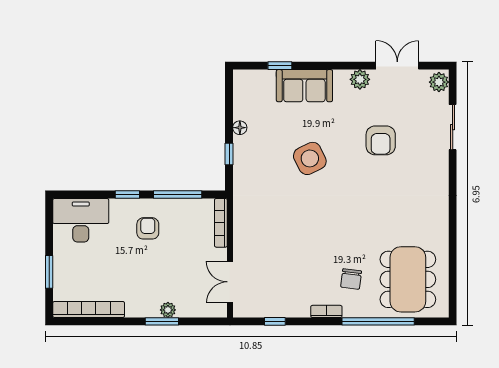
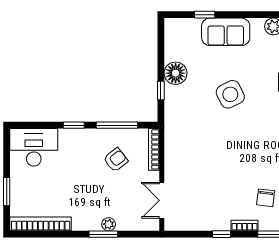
floor lamp: (240, 128) -> (176, 73), width x1.89, depth x1.89
armchair: (148, 228) -> (116, 160), moved, turned 52
window: (275, 321) -> (222, 234), moved

